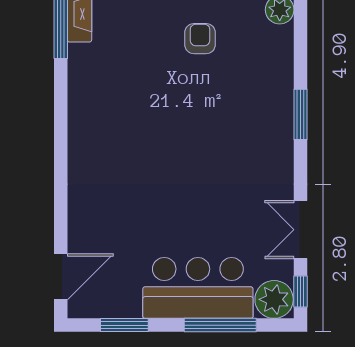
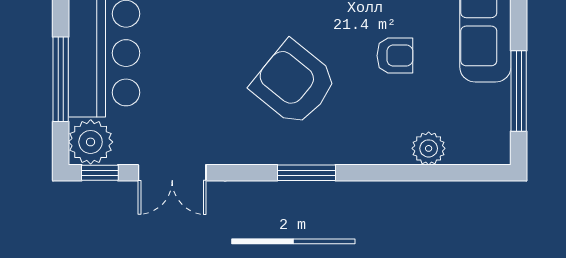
armchair: (224, 125) -> (294, 83), added
double door: (301, 230) -> (172, 173), swing flipped

